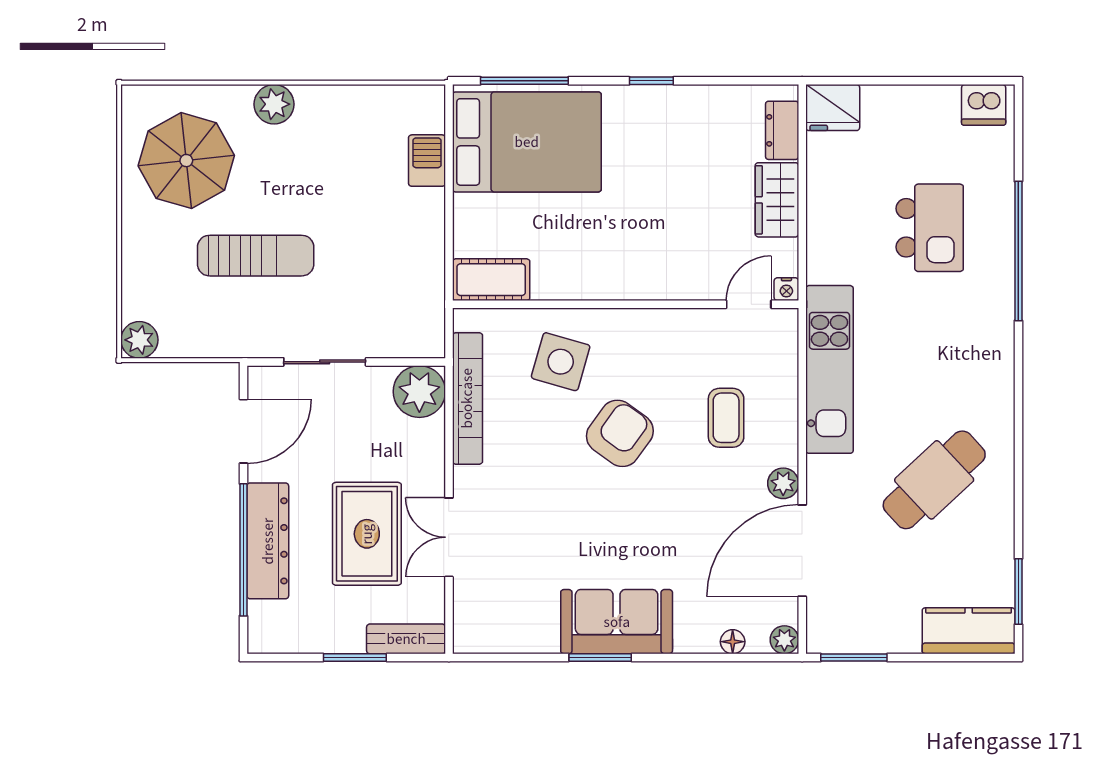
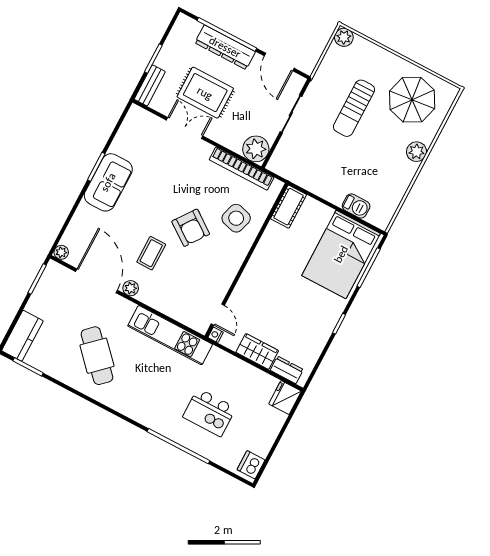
coffee table: (726, 418) -> (151, 253), moved, turned 90
floor lamp: (733, 642) -> (72, 229), removed

